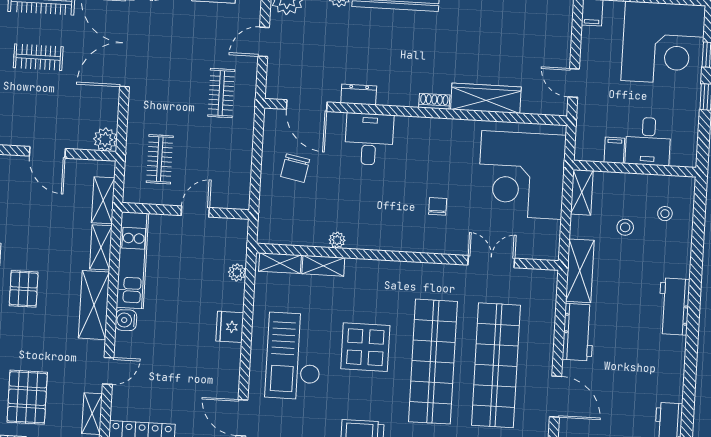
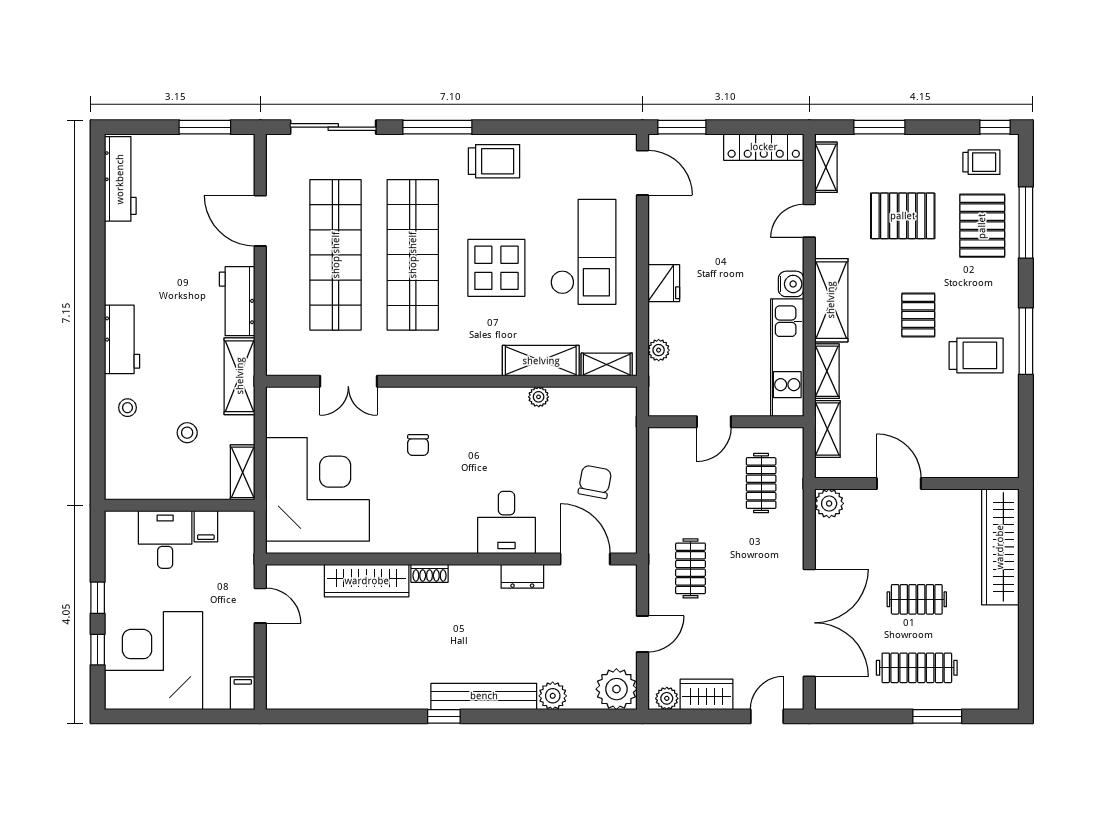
stool: (665, 214) -> (127, 408), moved
shelving: (323, 266) -> (541, 361), width x1.50, depth x1.33
pallet: (27, 397) -> (903, 216), moved, turned 90

